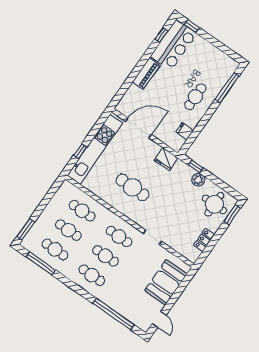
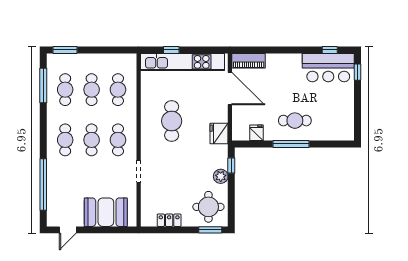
piano: (146, 74) -> (249, 61), moved
window: (227, 88) -> (291, 144), moved

